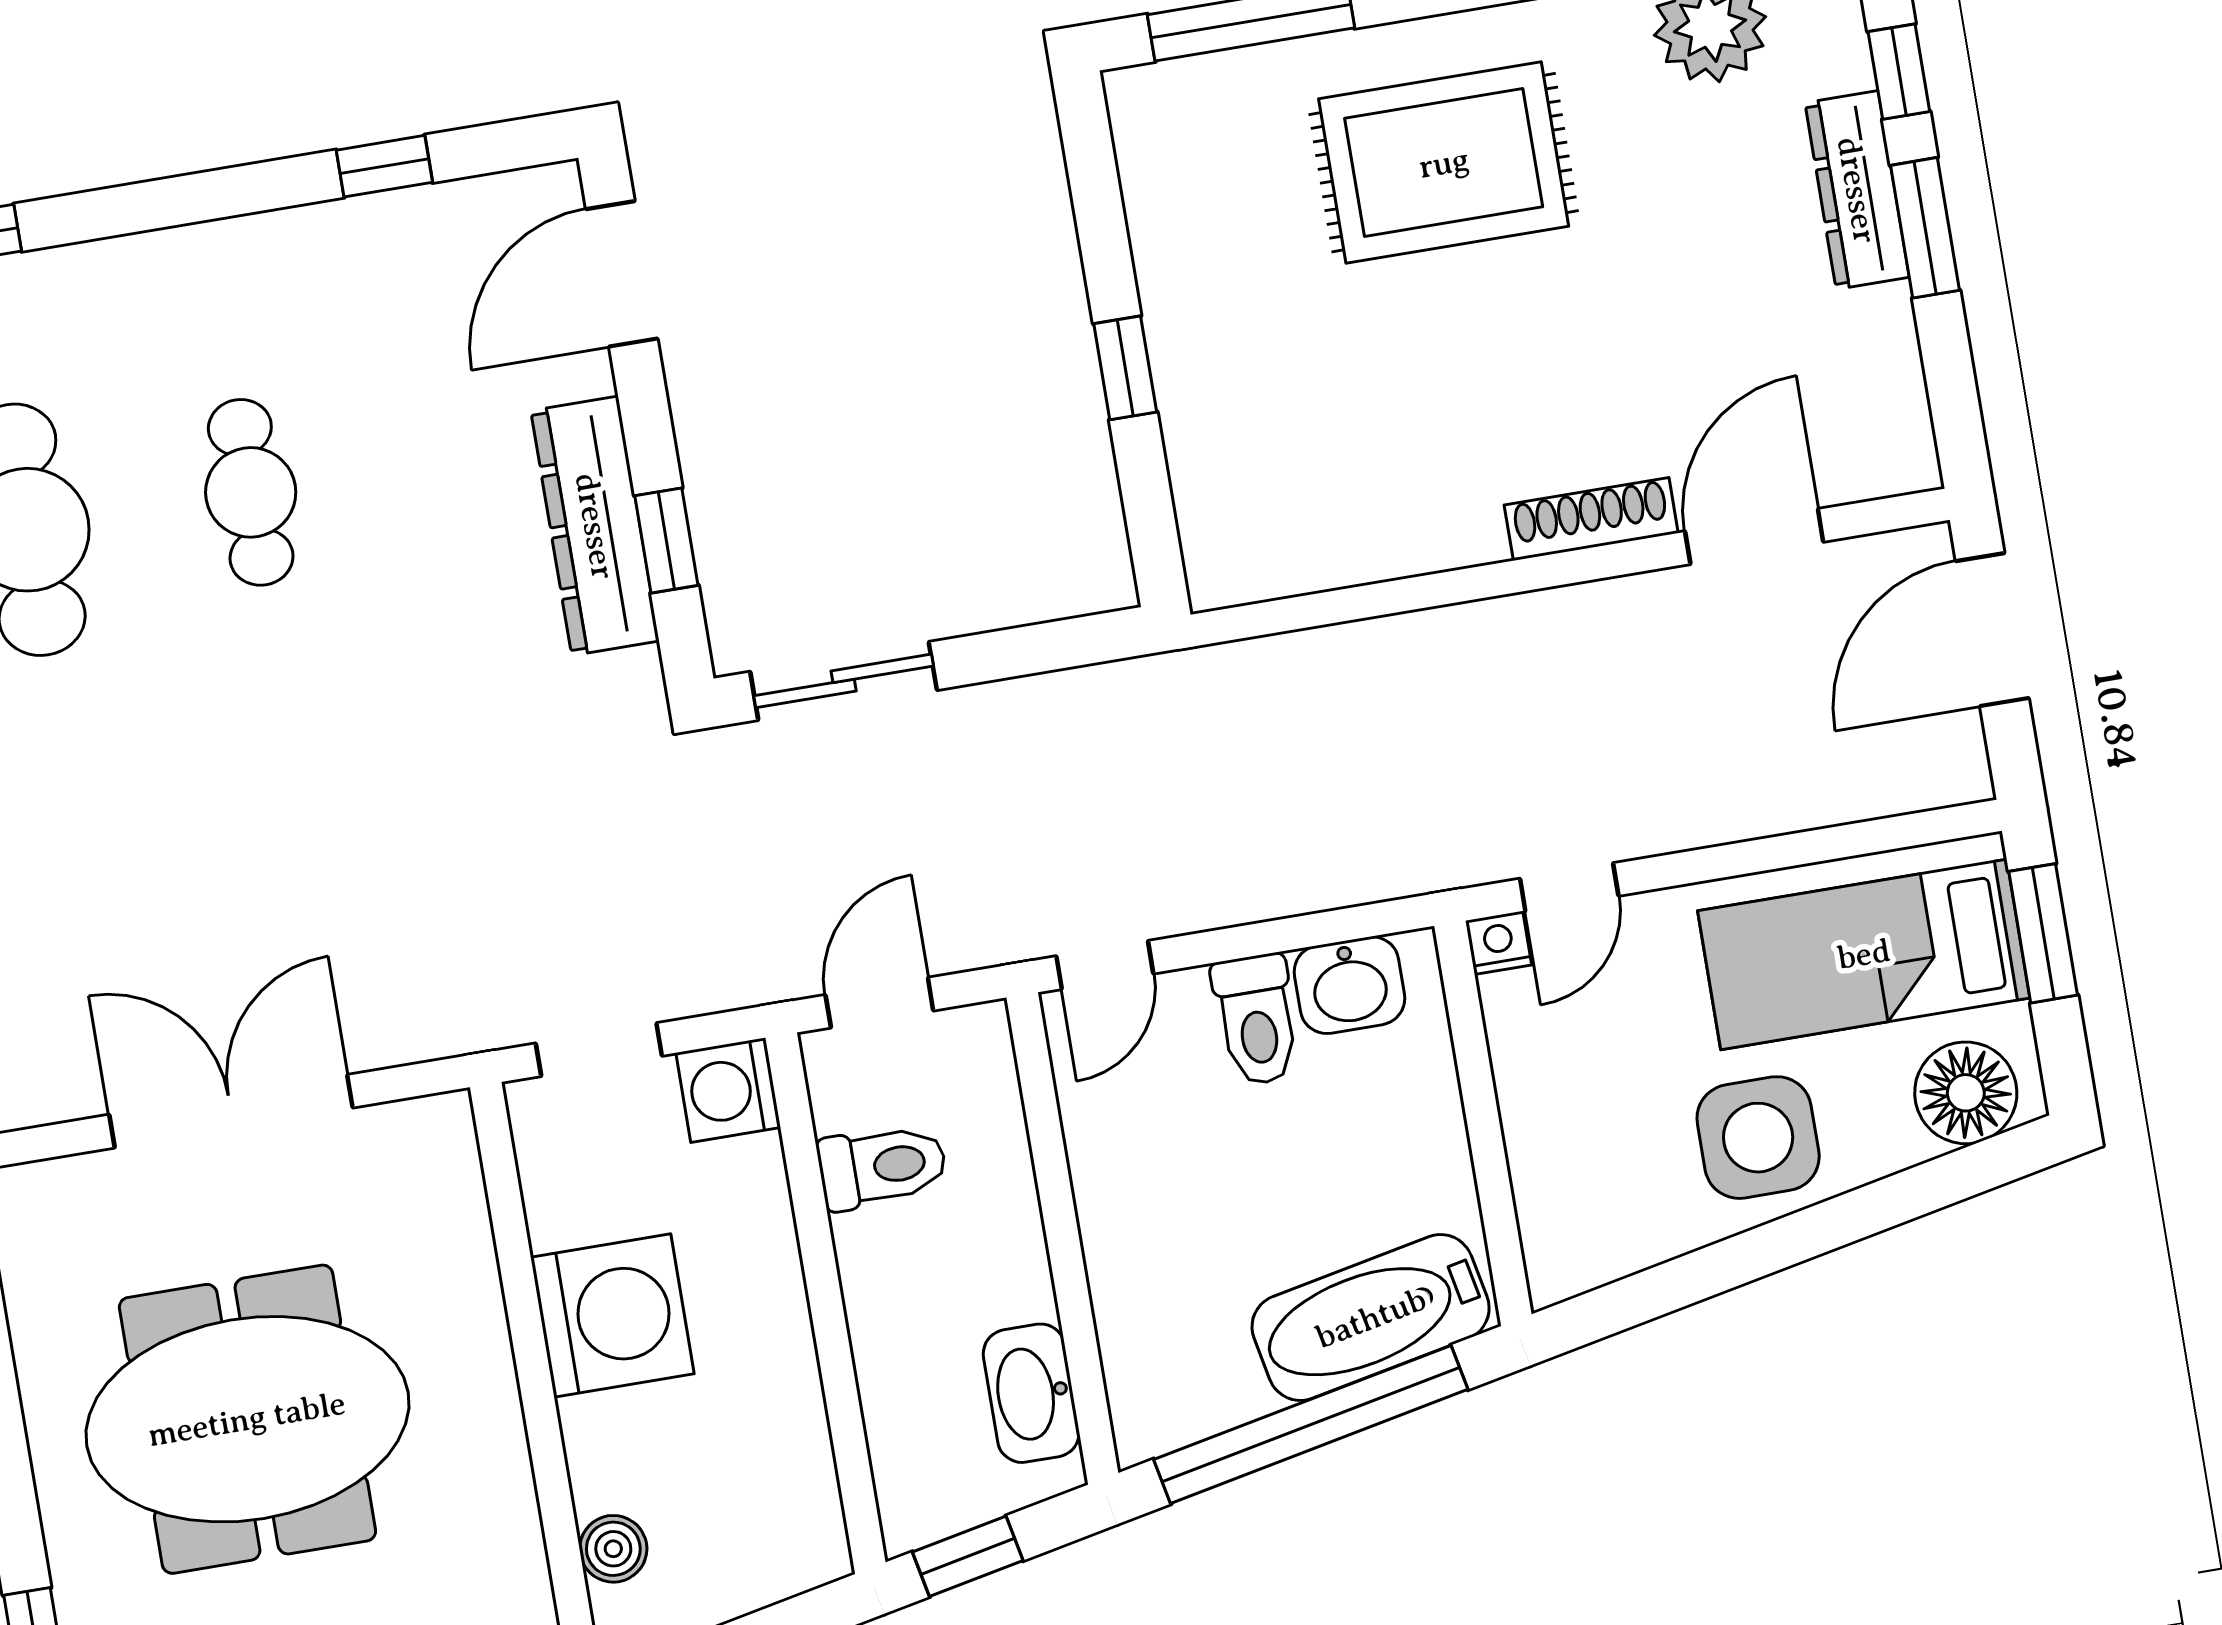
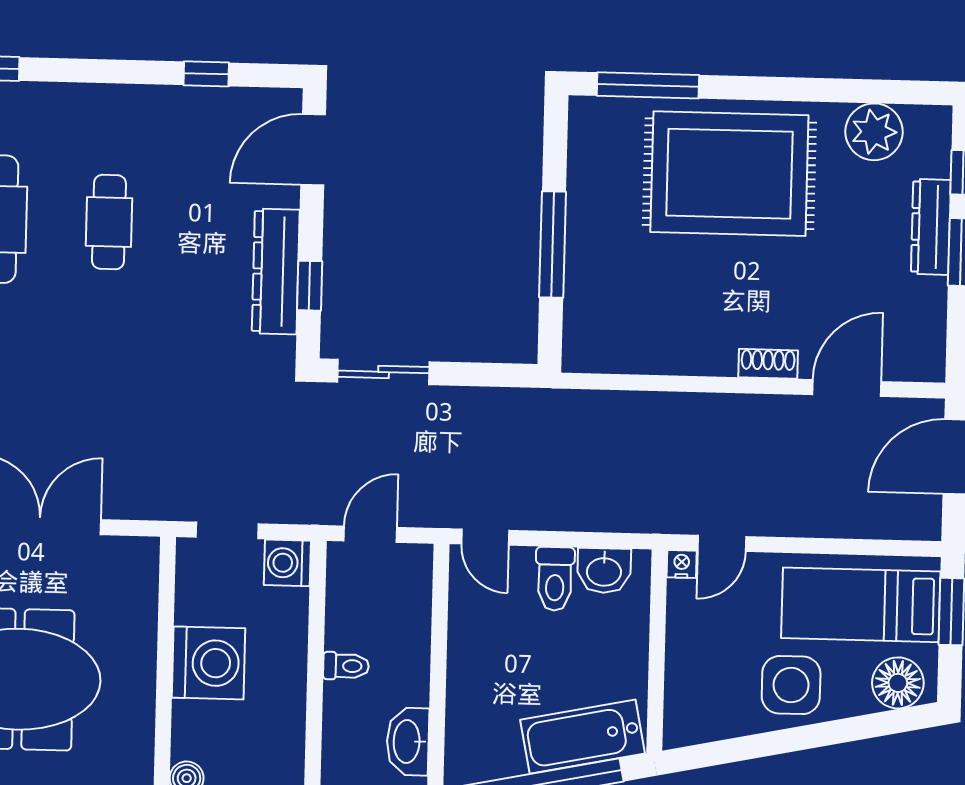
rug: (1444, 163) -> (729, 174), width x1.37, depth x1.44
window: (1125, 368) -> (553, 244), width x2.17
shoe rack: (1591, 519) -> (768, 364), width x0.70
door: (1105, 965) -> (485, 537), hinge flipped
toilet: (882, 1166) -> (346, 666), moved, width x0.73, depth x0.72

